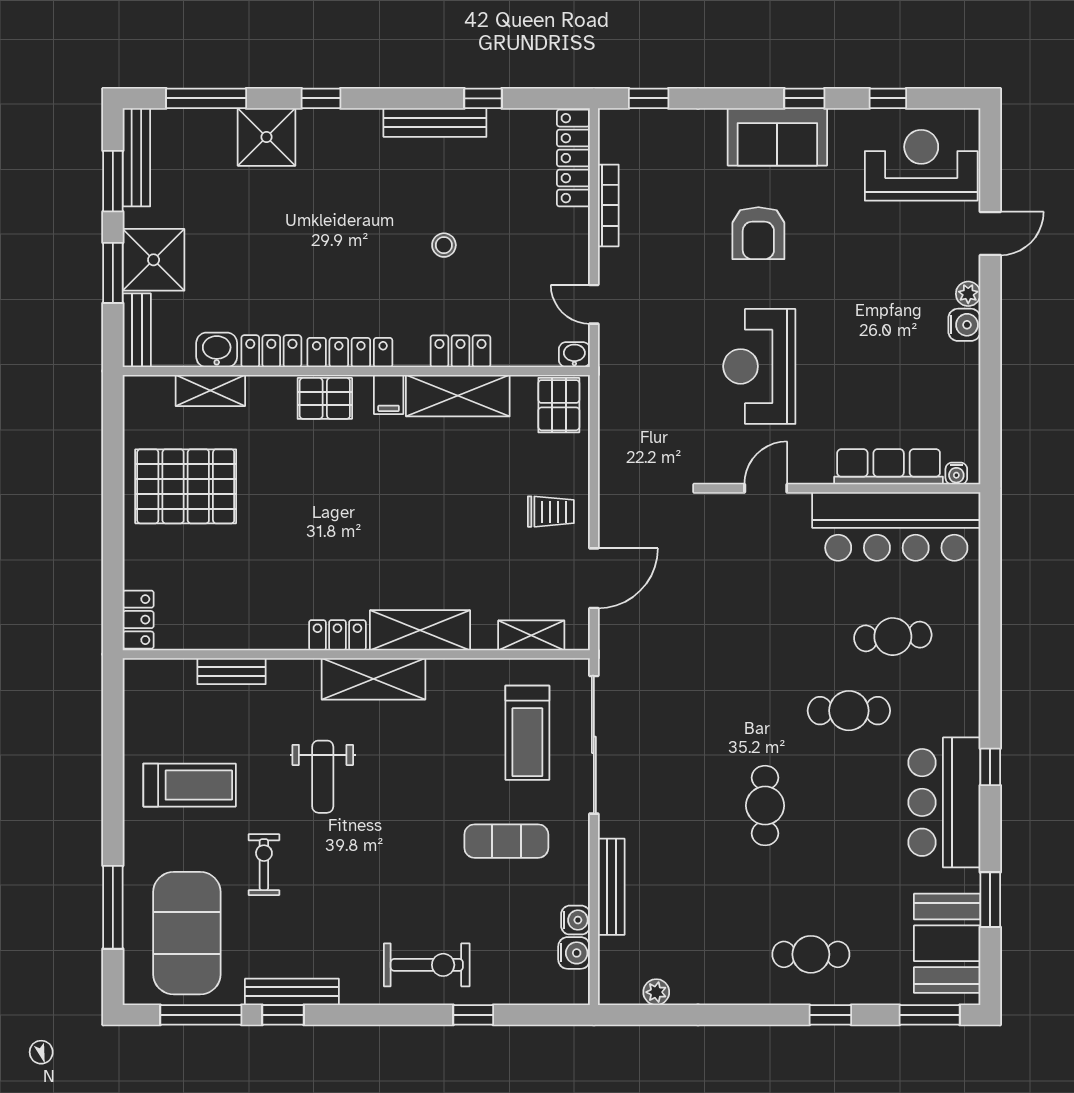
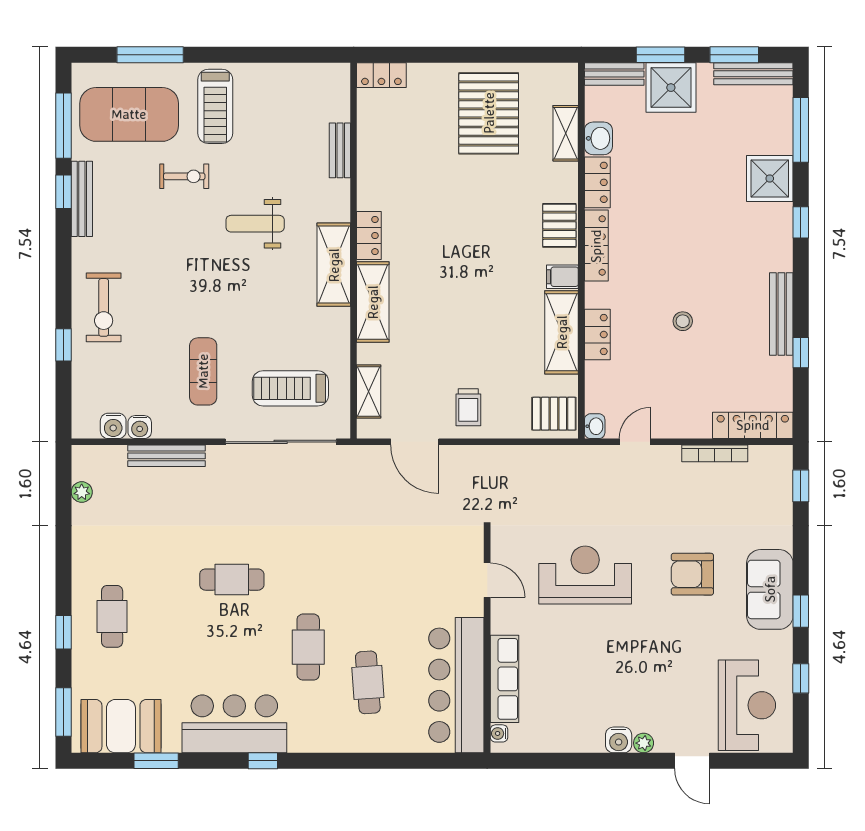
treadmill: (190, 785) -> (215, 106), moved

